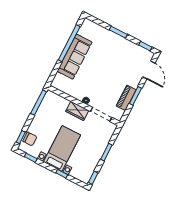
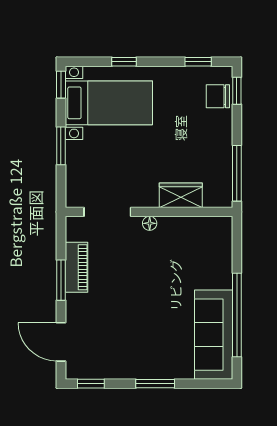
sofa: (75, 57) -> (214, 335), moved
wardrobe: (77, 111) -> (181, 195), moved
bed with nightstands: (62, 148) -> (109, 103), moved, turned -90

